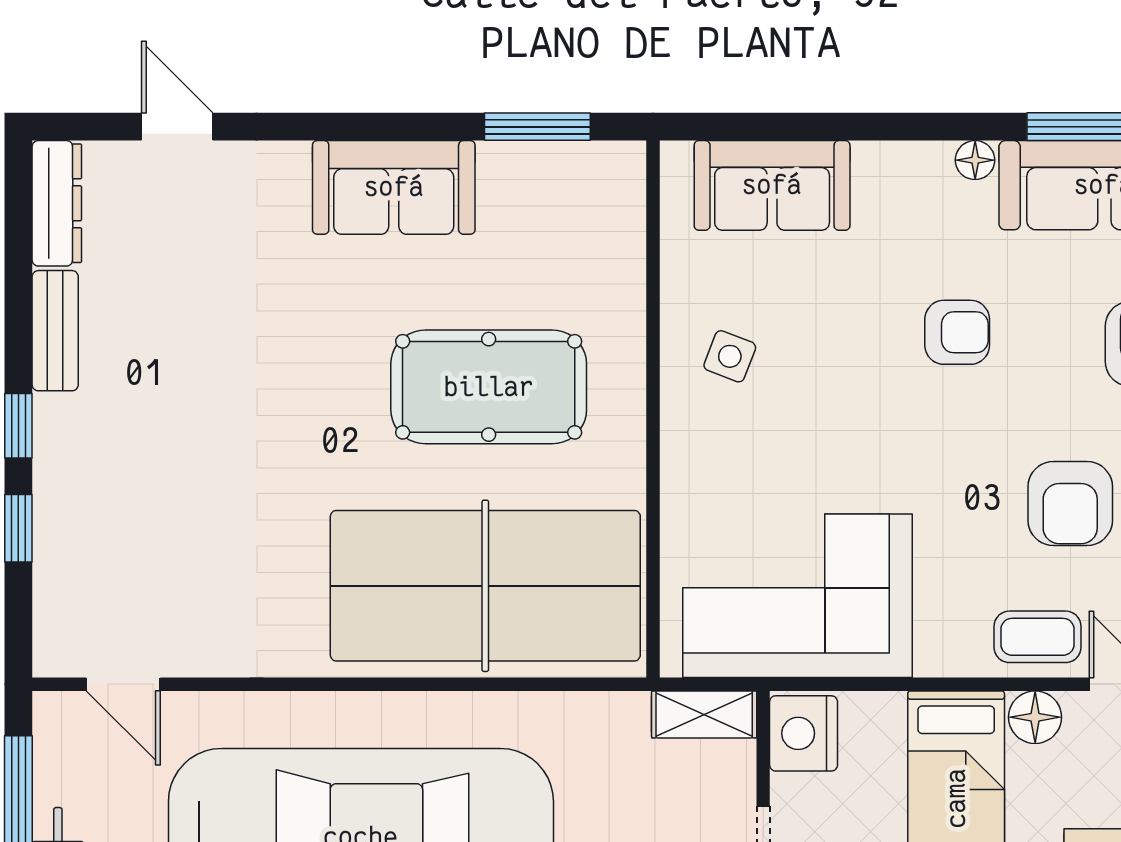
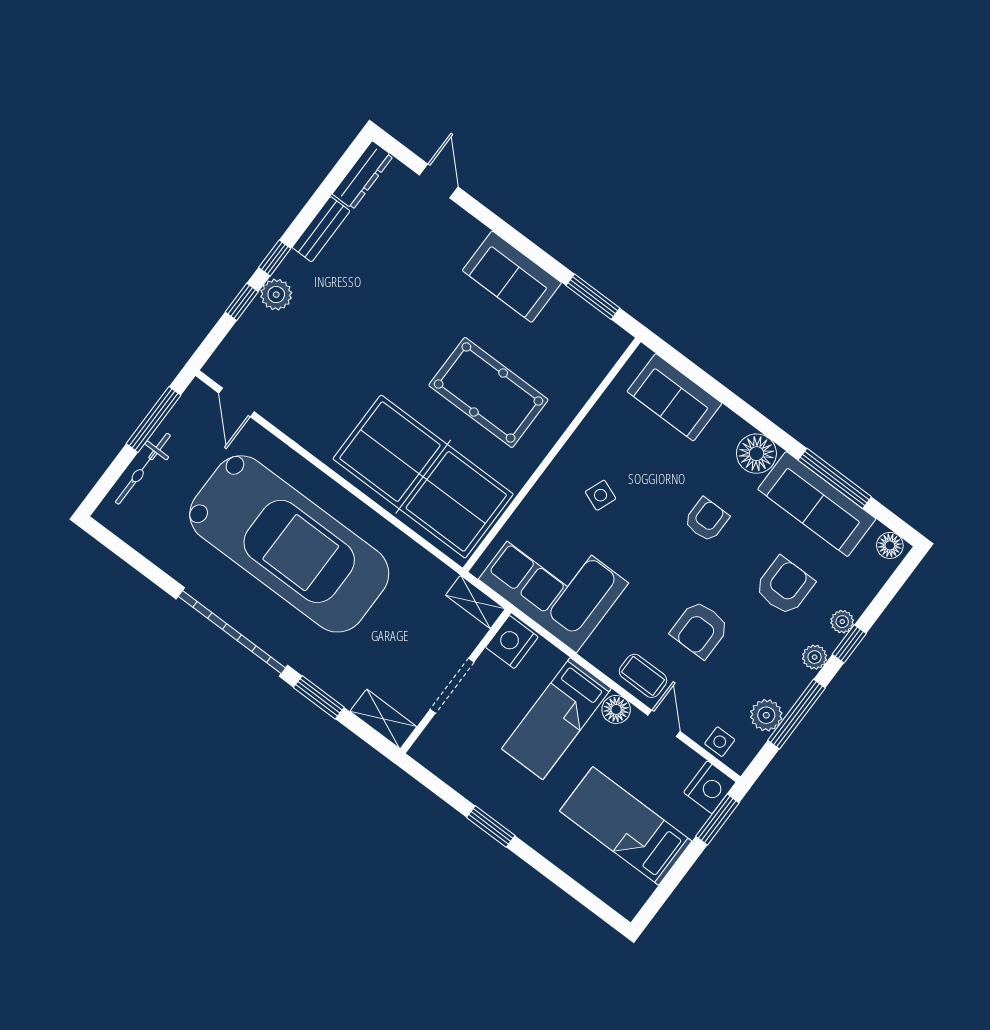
floor lamp: (975, 160) -> (756, 454), width x1.89, depth x1.89
armchair: (957, 332) -> (707, 520), turned -90
side table: (730, 356) -> (601, 495), moved
plant: (62, 479) -> (276, 295), added

